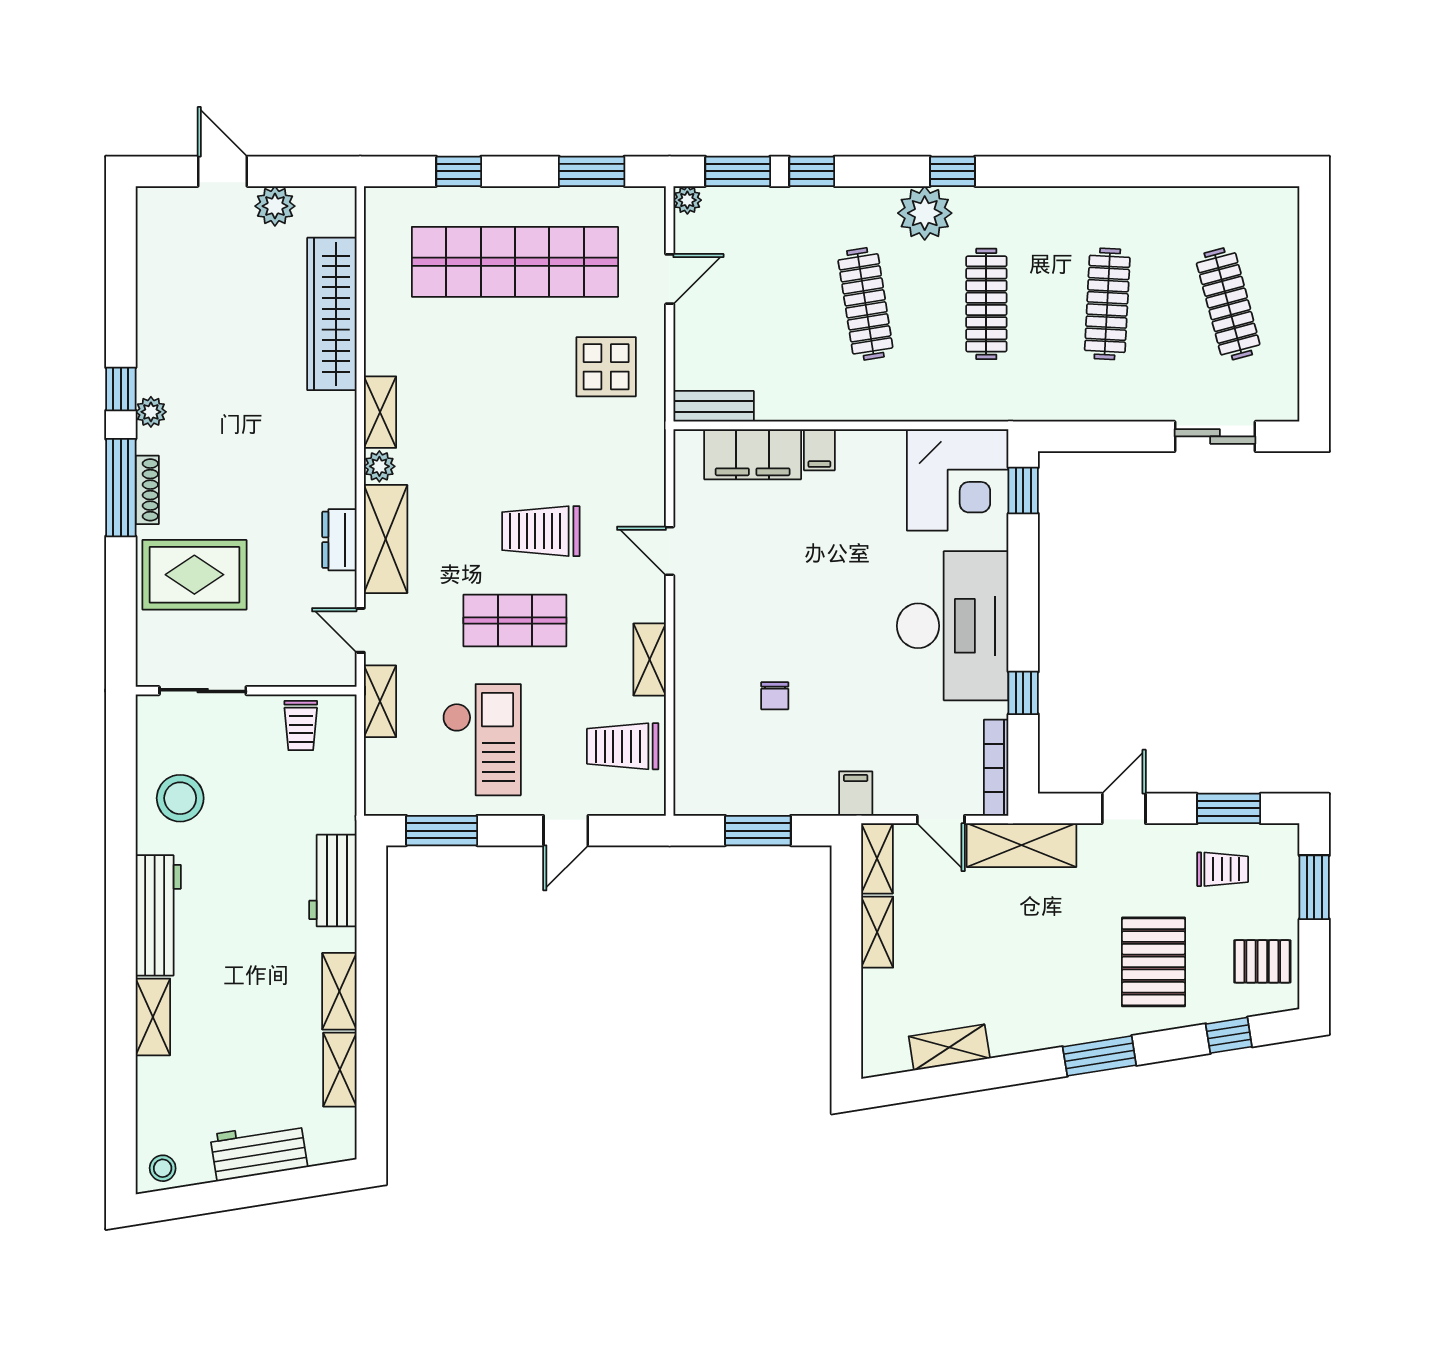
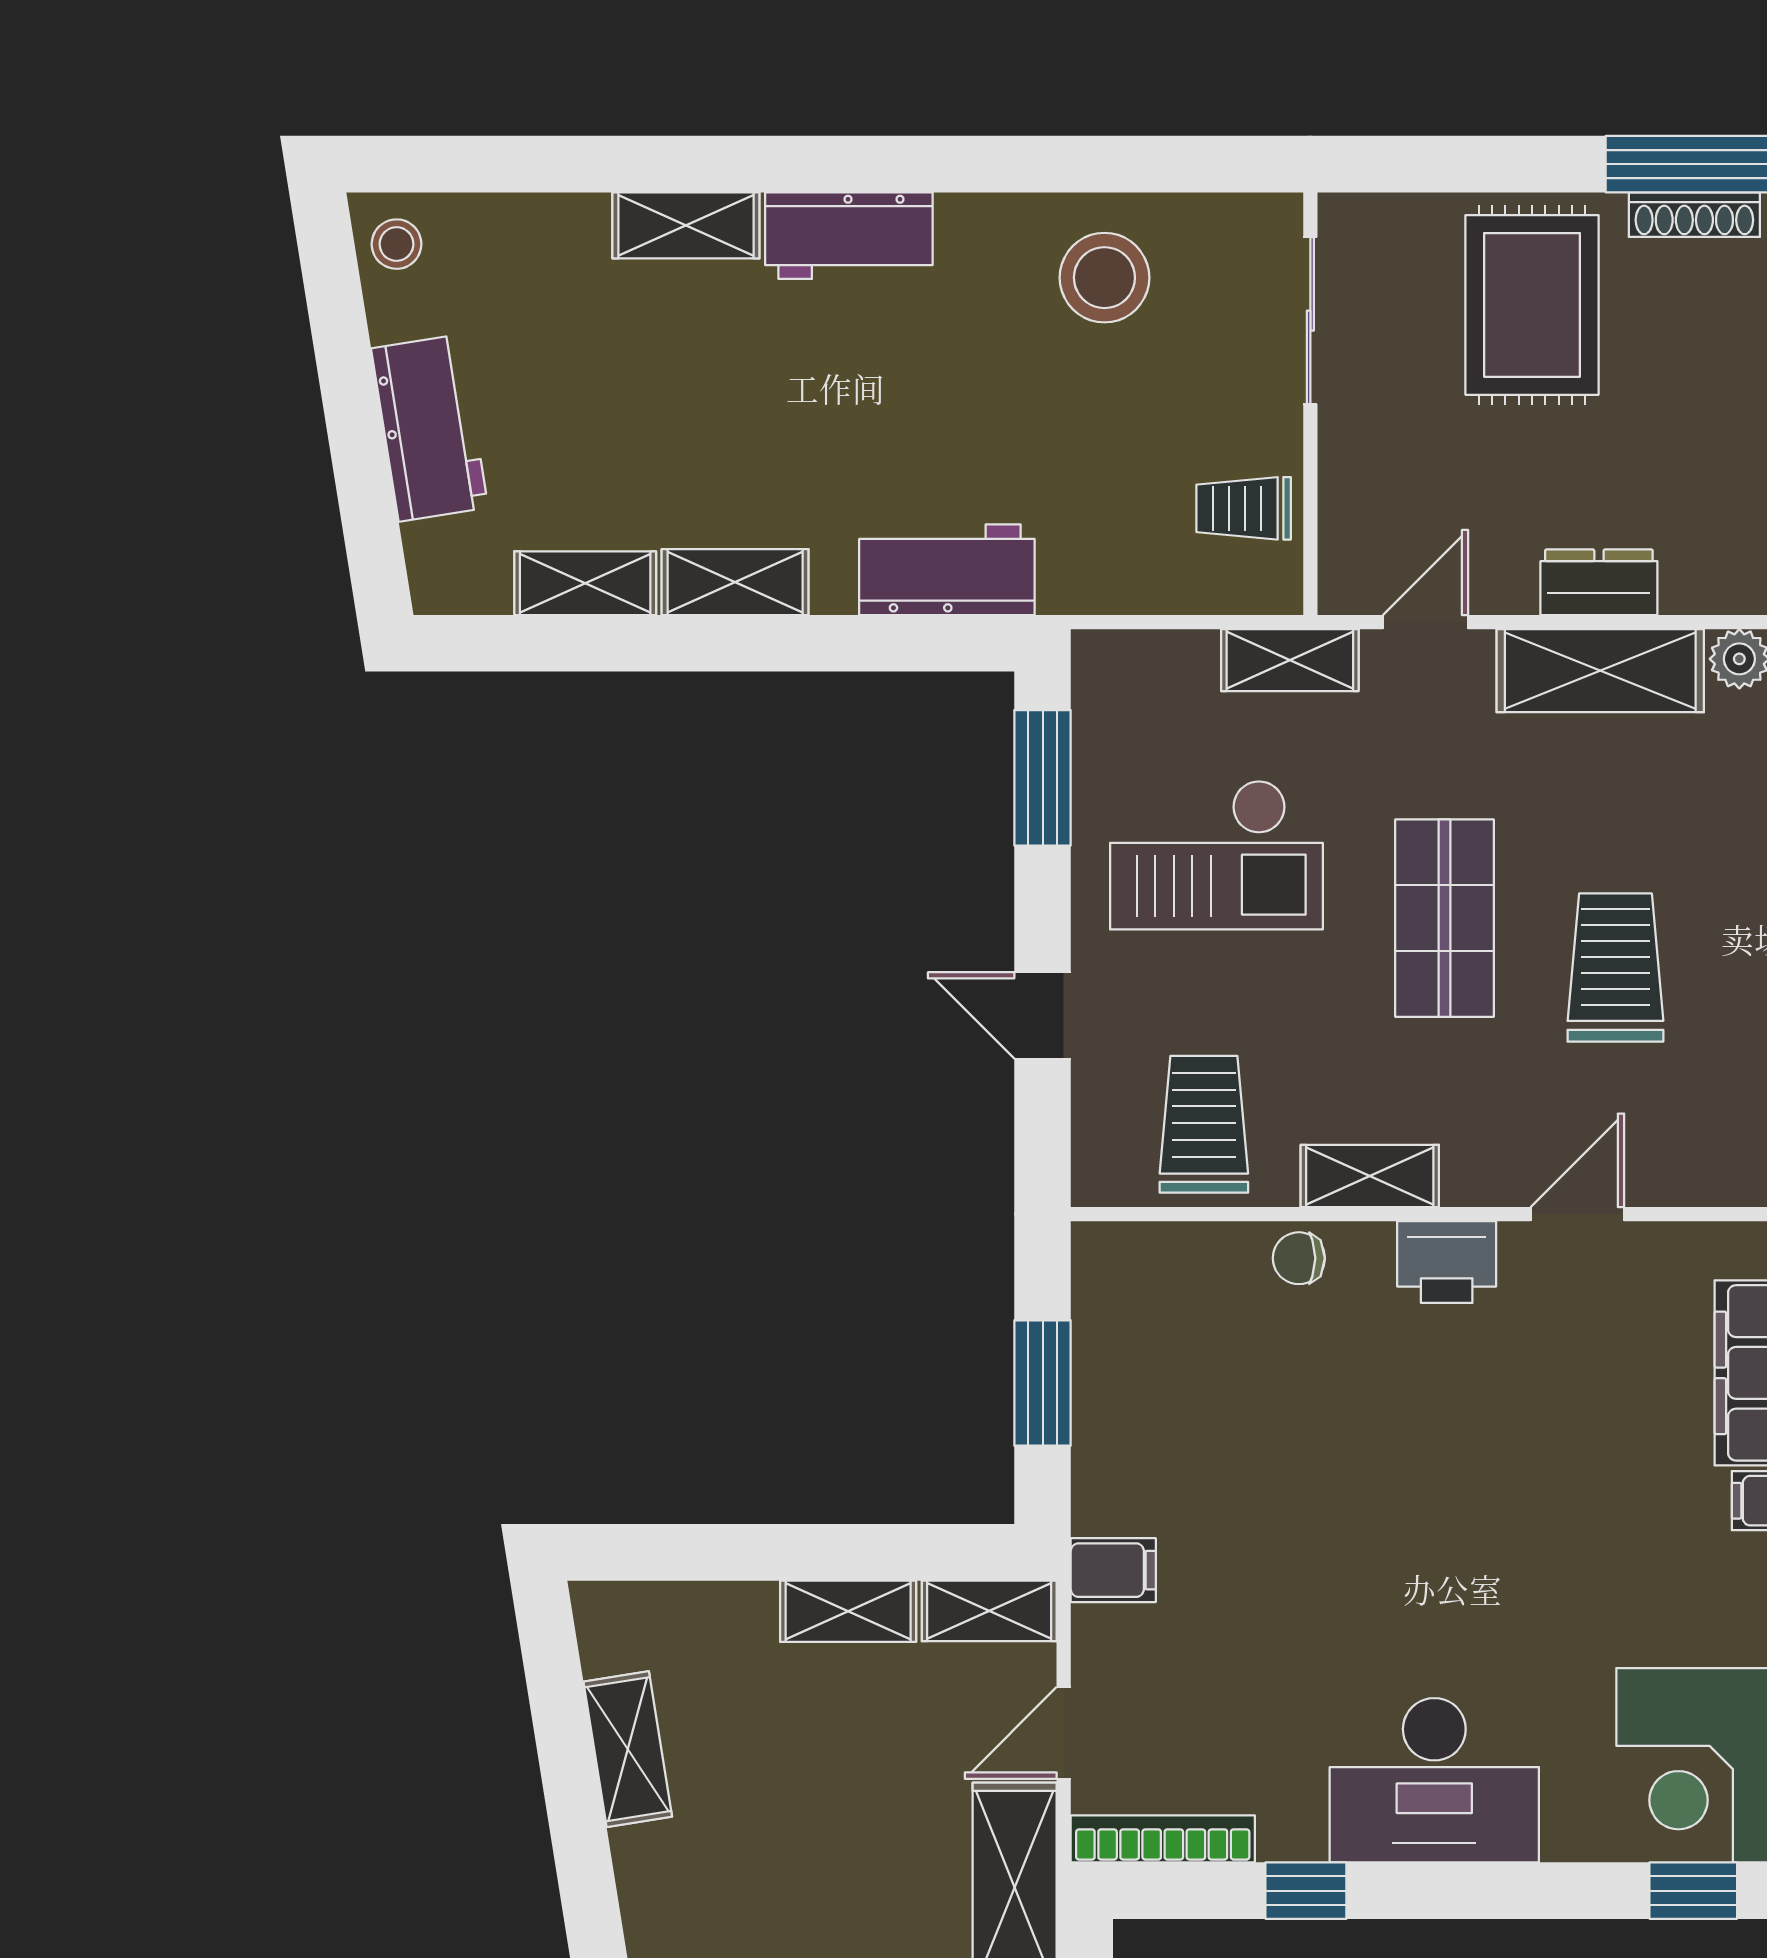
printer: (695, 619) -> (1447, 1262), added
desk: (953, 626) -> (1434, 1780), width x0.73, depth x0.77
chair: (775, 696) -> (1299, 1258), moved
workbench: (158, 915) -> (849, 236), width x0.73

